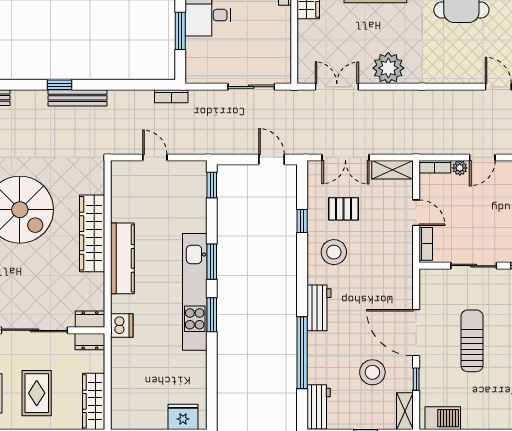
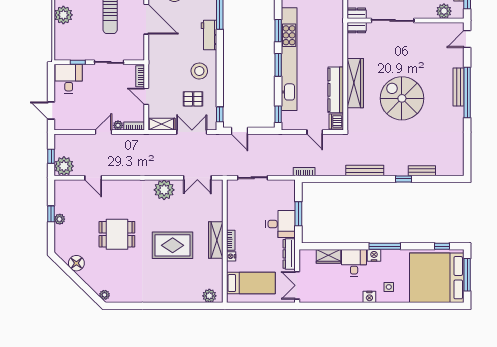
window: (59, 85) -> (403, 179), moved
window: (302, 221) -> (220, 114), moved
kitchen counter: (122, 258) -> (336, 90), moved
kitchen unit: (195, 292) -> (289, 59), width x1.36
dishwasher: (122, 325) -> (336, 122), moved

